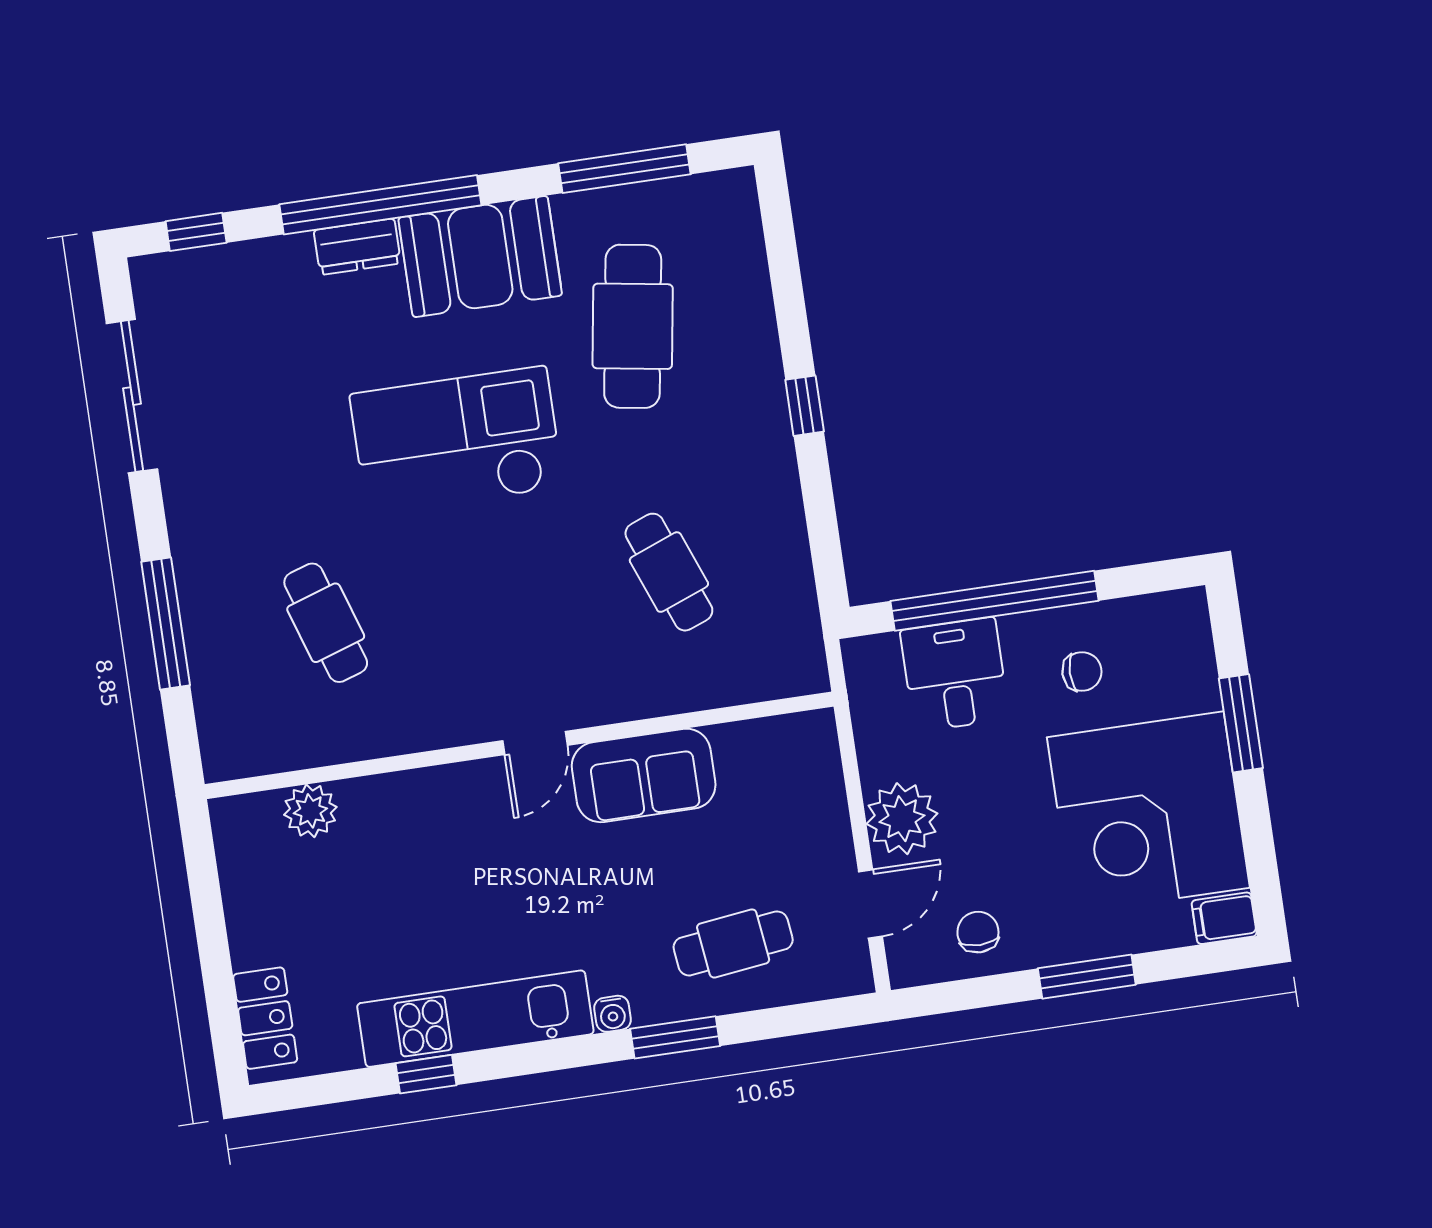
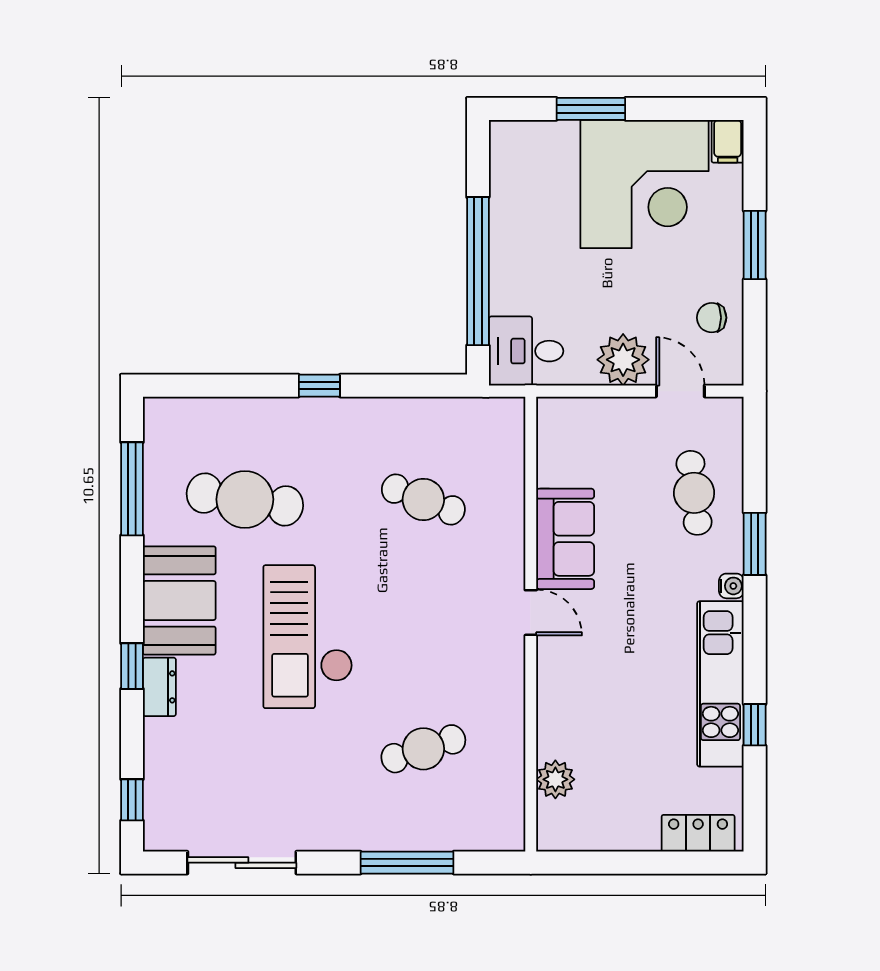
window: (380, 205) -> (132, 666), width x0.32
cafe table: (669, 572) -> (423, 499), turned 42
chair: (1082, 672) -> (537, 216), removed
desk: (955, 675) -> (526, 351), moved

